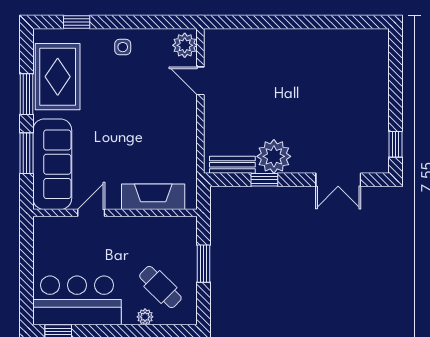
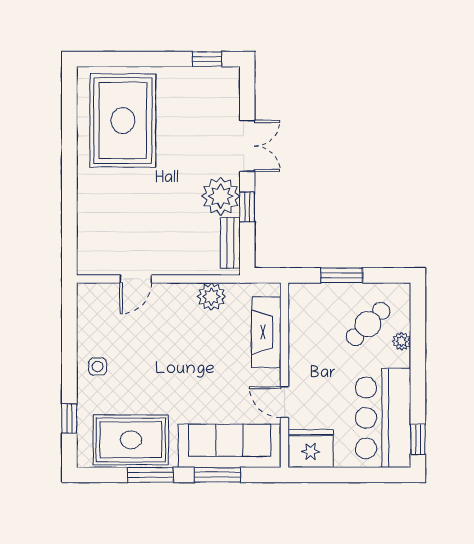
plant: (185, 45) -> (211, 297), moved
rug: (341, 69) -> (123, 120), added
double door: (338, 180) -> (247, 146), moved
fridge: (50, 236) -> (311, 449), added

